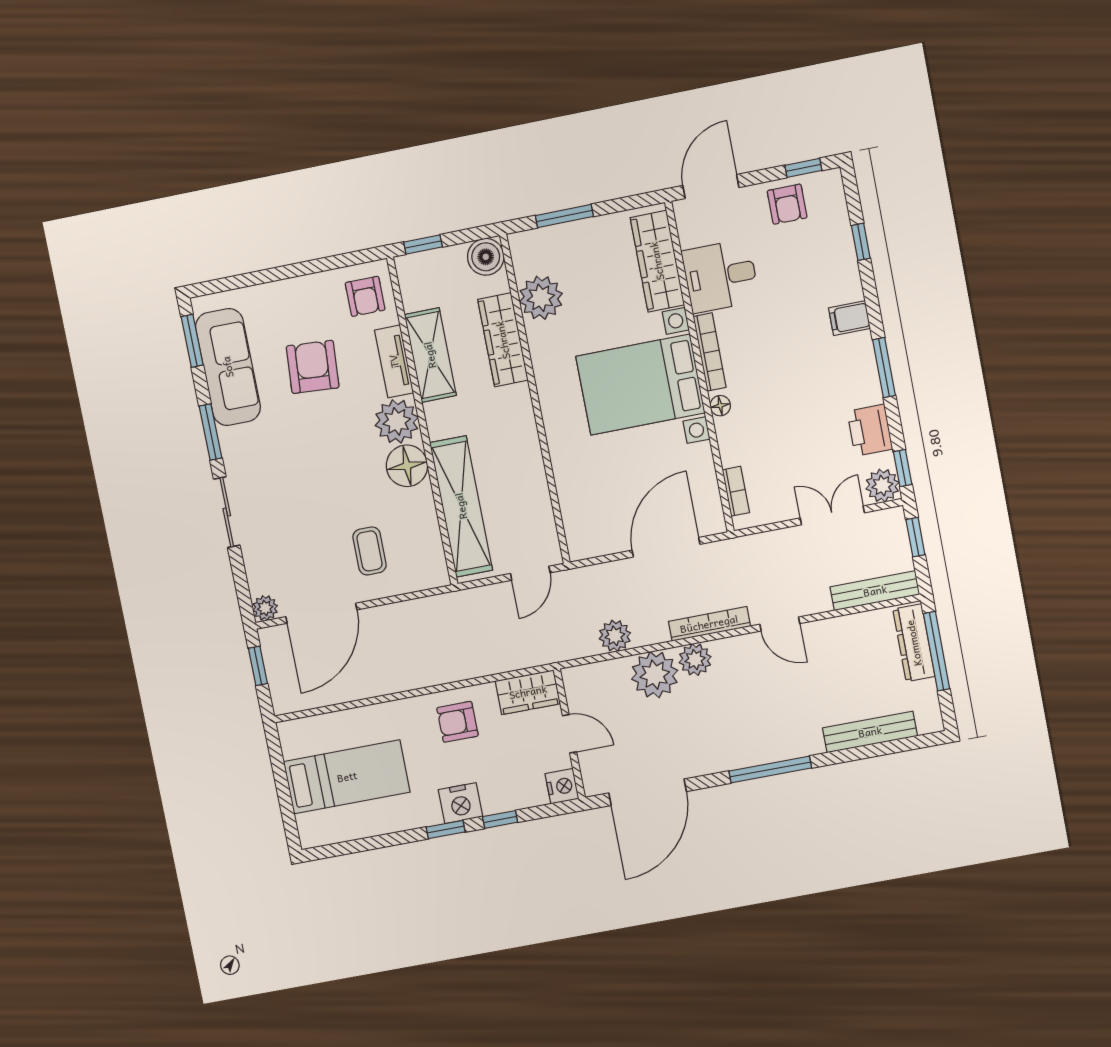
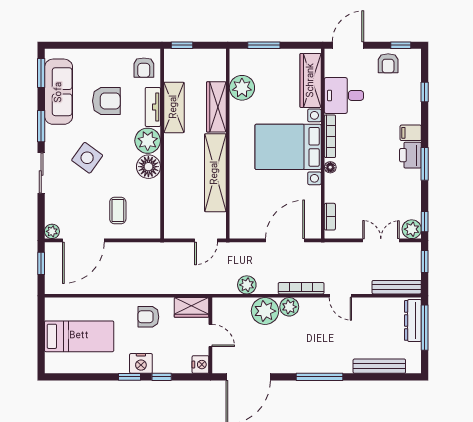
boiler: (486, 257) -> (216, 59), removed
armchair: (313, 367) -> (106, 101), turned 86
printer: (870, 430) -> (410, 155), moved
side table: (299, 471) -> (87, 158), added
shelving: (461, 506) -> (215, 173), moved

